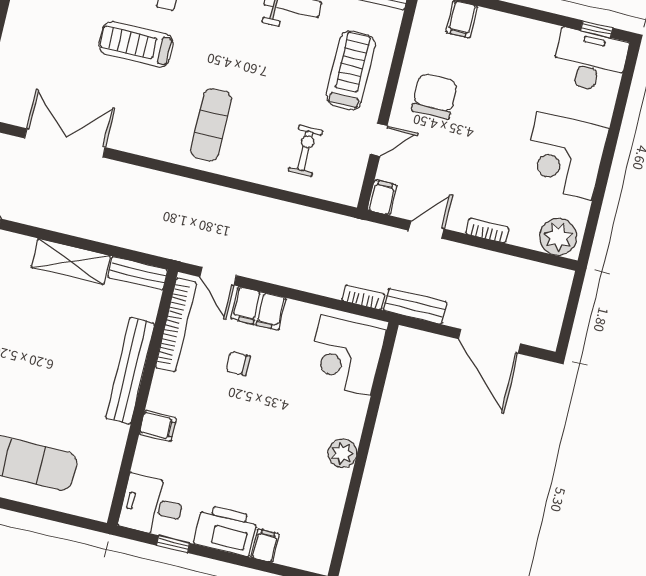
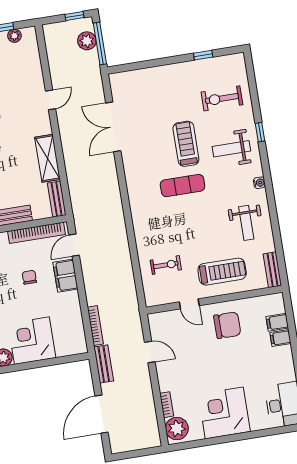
exercise mat: (211, 125) -> (183, 186), moved
double door: (65, 143) -> (113, 127), swing flipped
filing cabinet: (382, 198) -> (280, 338), moved, turned 180
bookcase: (487, 230) -> (167, 405), moved
bookcase: (363, 297) -> (95, 326), width x1.56
corner desk: (346, 355) -> (32, 341), moved

